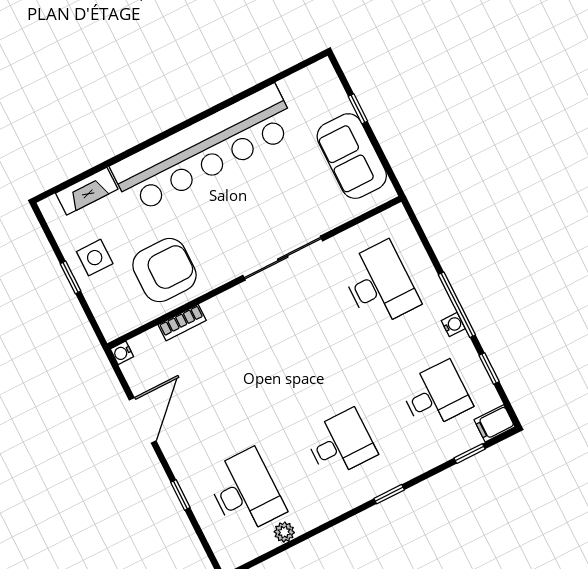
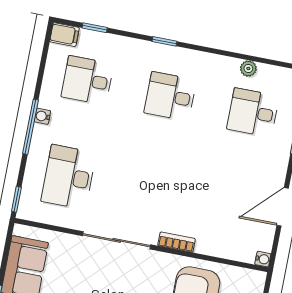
bookcase: (182, 323) -> (176, 242), moved
window: (489, 369) -> (16, 199), moved
desk: (245, 492) -> (253, 113), width x0.73

